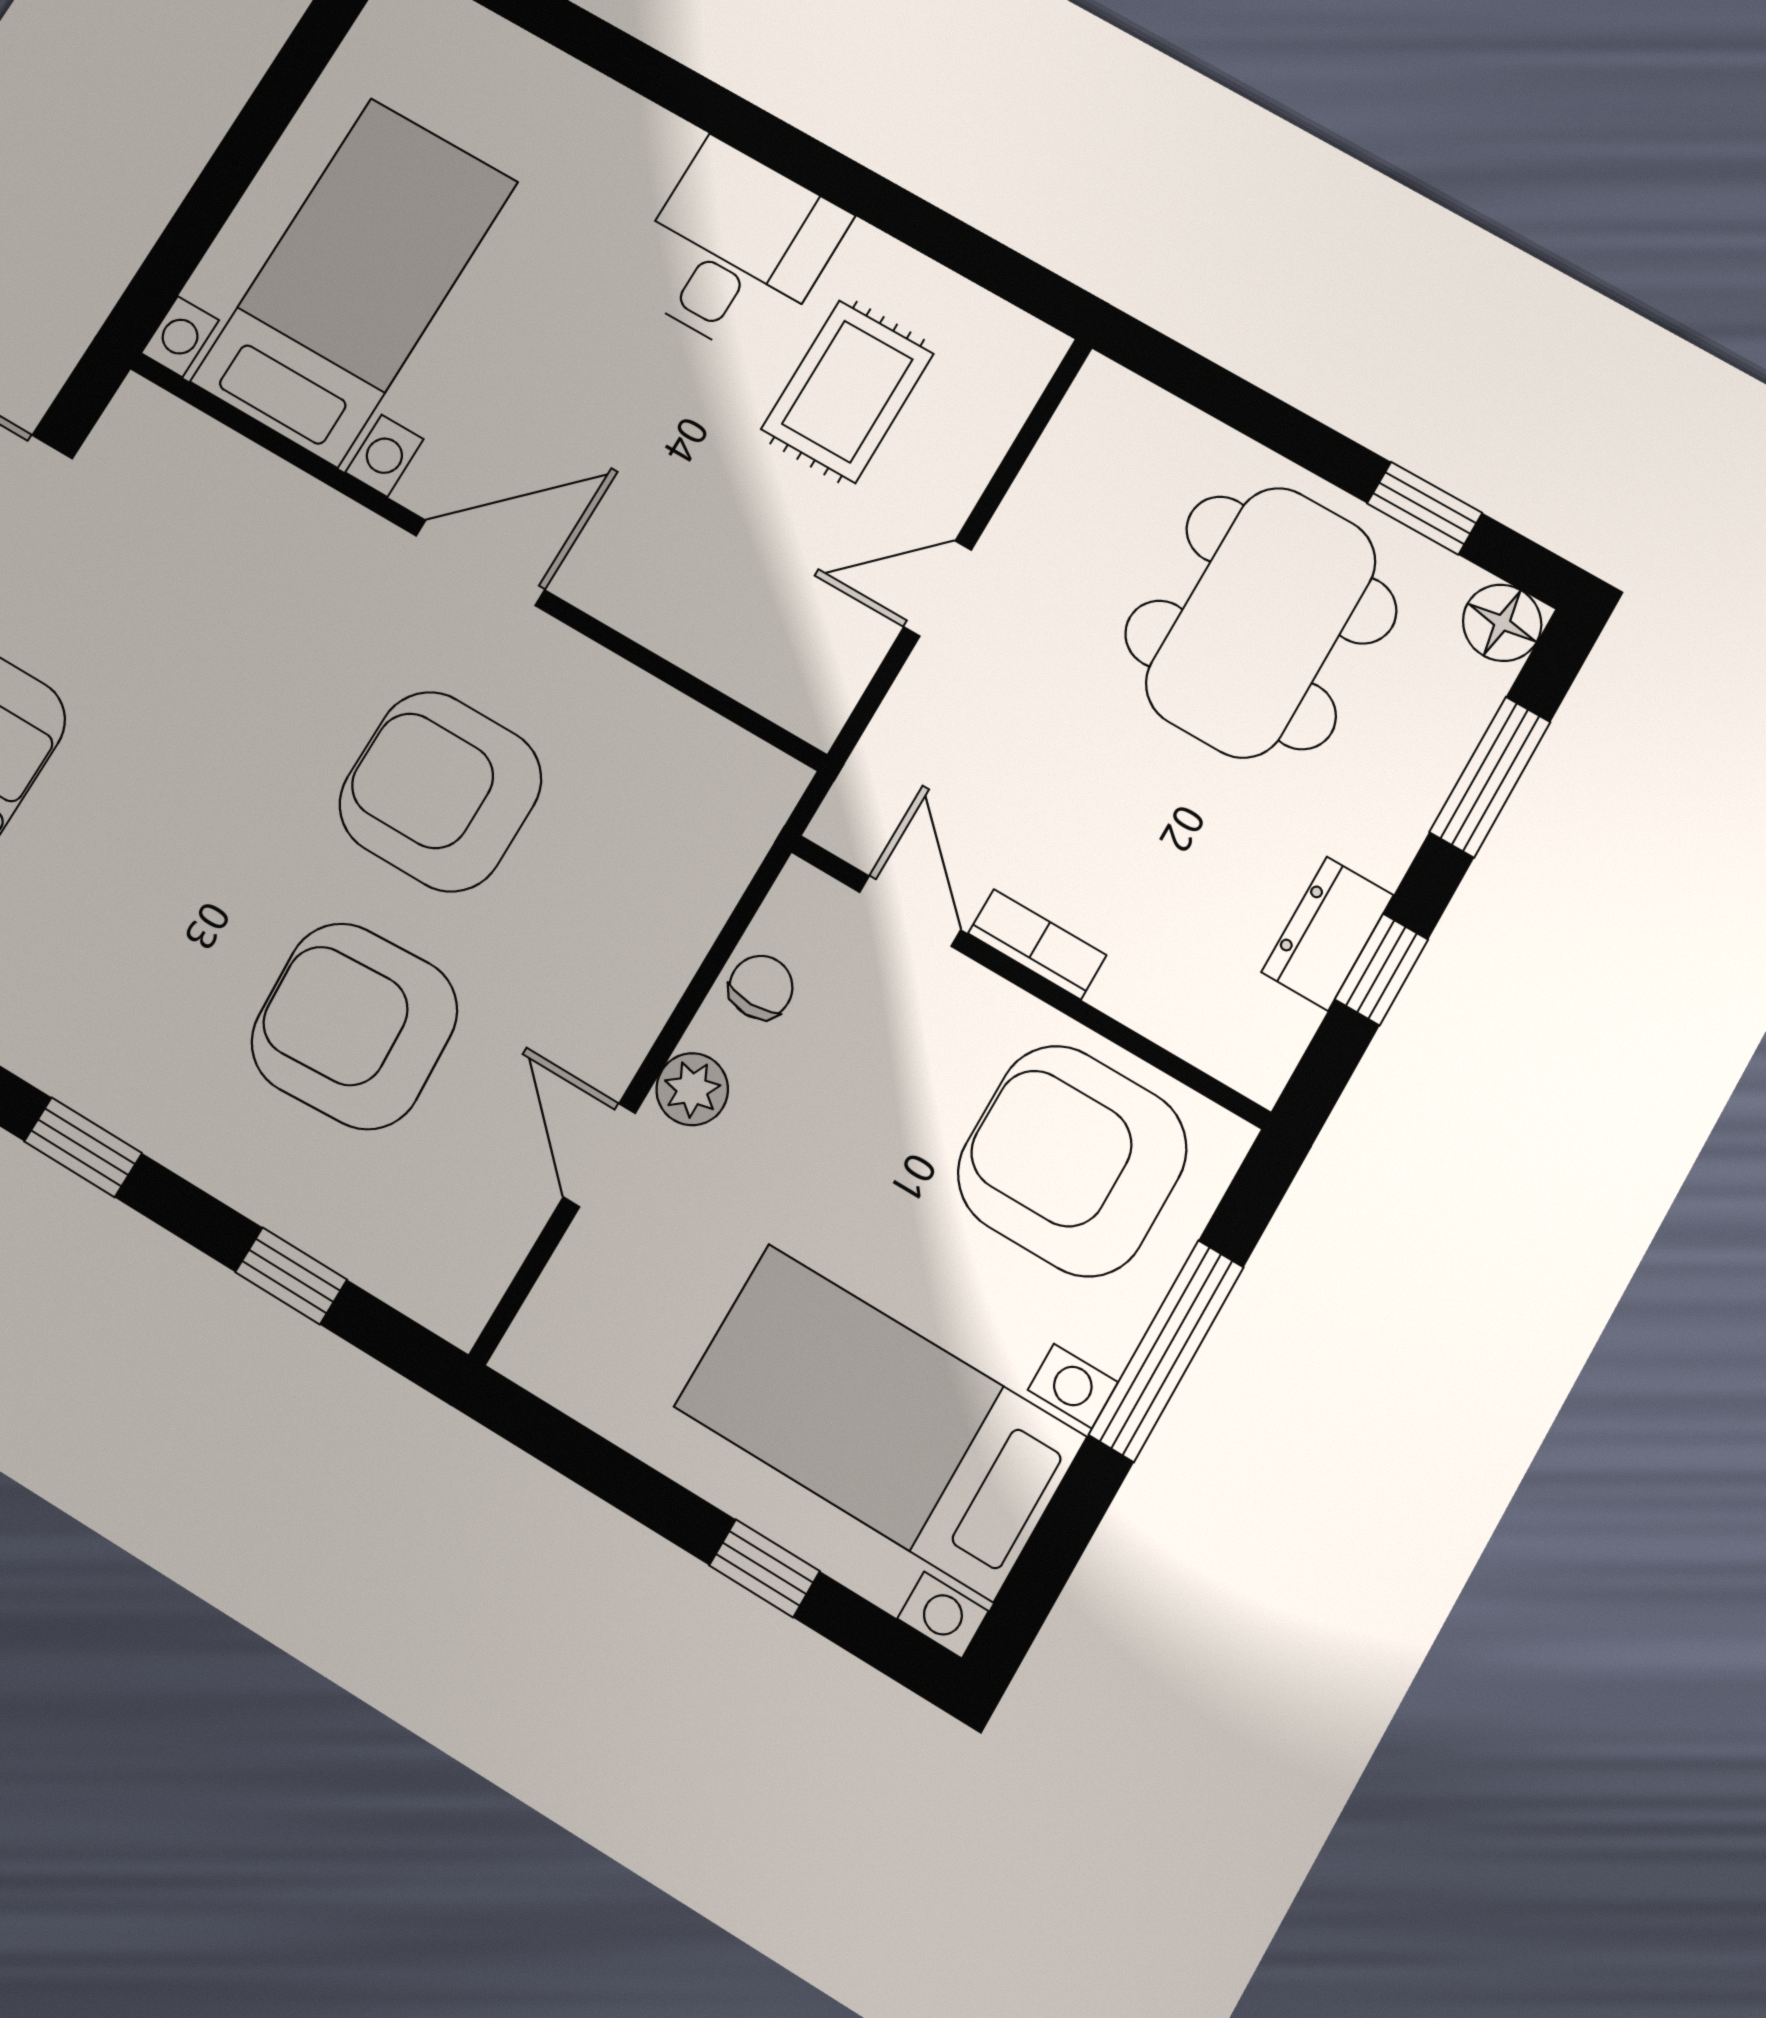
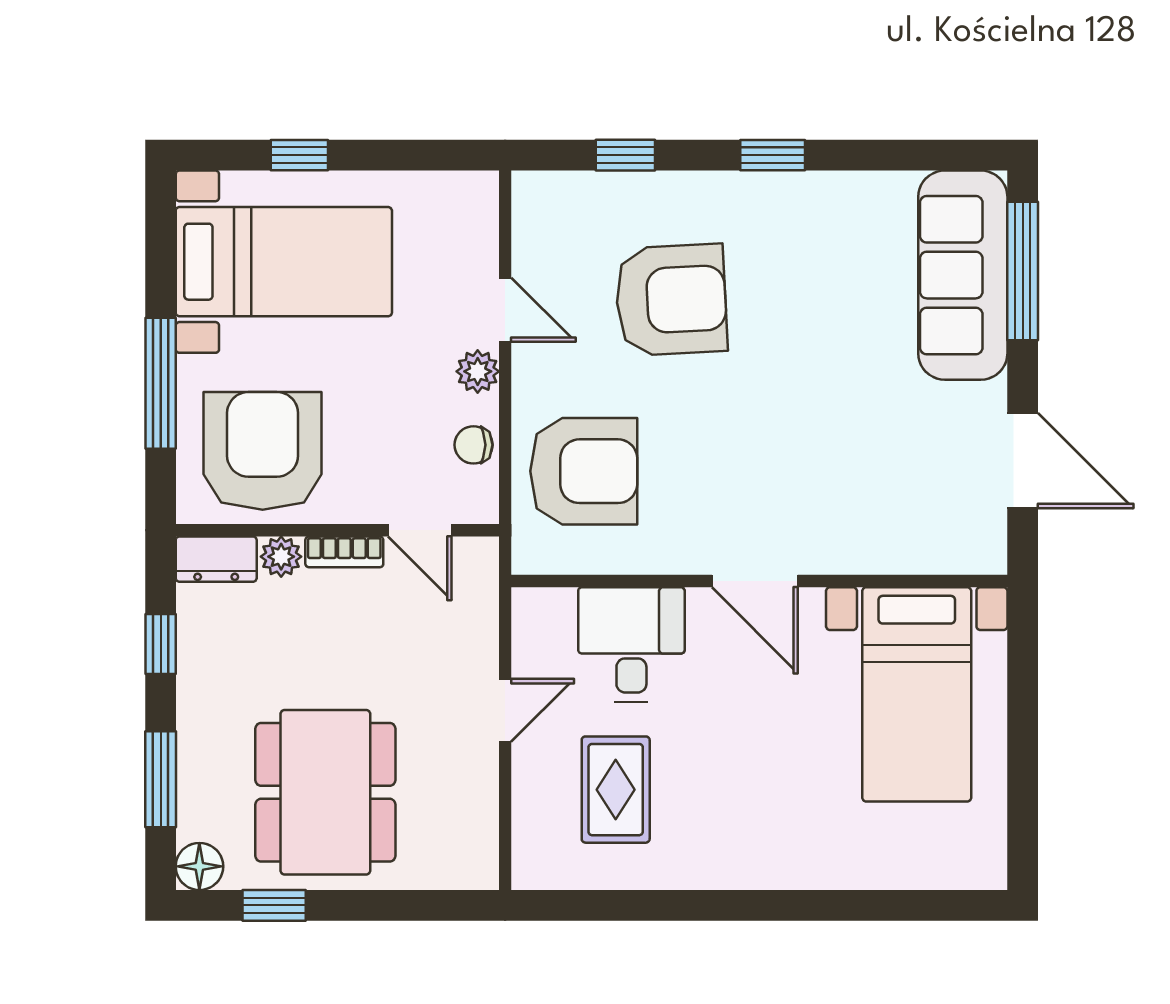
desk: (736, 250) -> (631, 645), moved, turned 180
door: (480, 563) -> (755, 581), hinge flipped
armchair: (440, 791) -> (584, 471), moved
dresser: (1327, 934) -> (216, 559), moved, turned 90
chair: (761, 987) -> (473, 445), turned 90
plant: (1133, 992) -> (281, 557), added
armchair: (1072, 1161) -> (263, 451), turned -90

